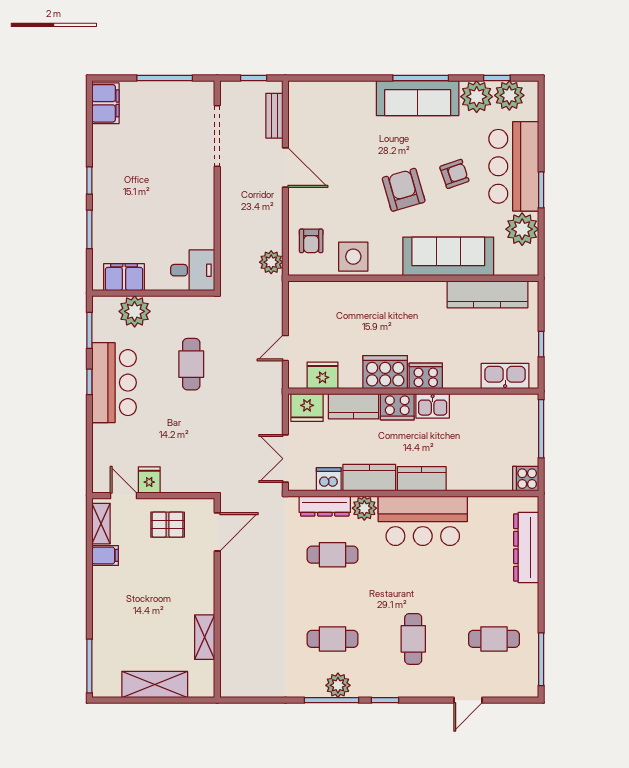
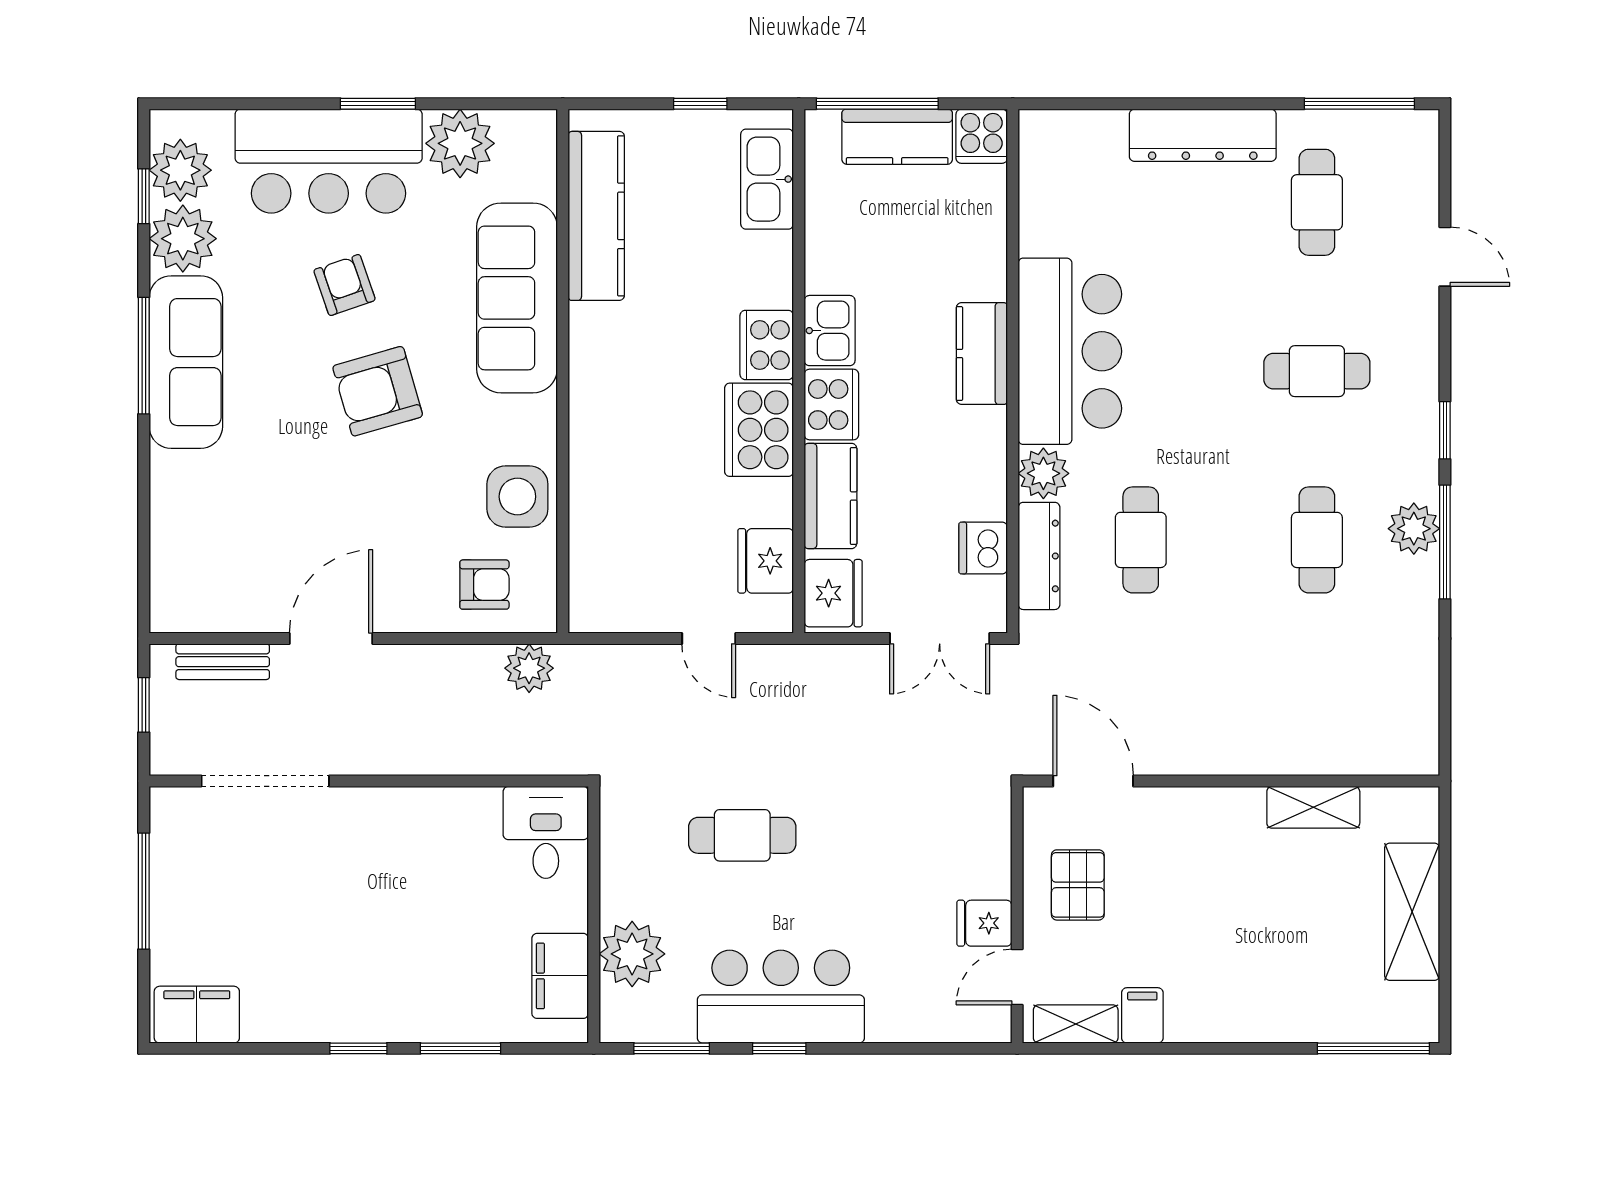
kitchen counter: (369, 478) -> (897, 137), moved, turned -90
dresser: (526, 548) -> (1203, 135), moved

